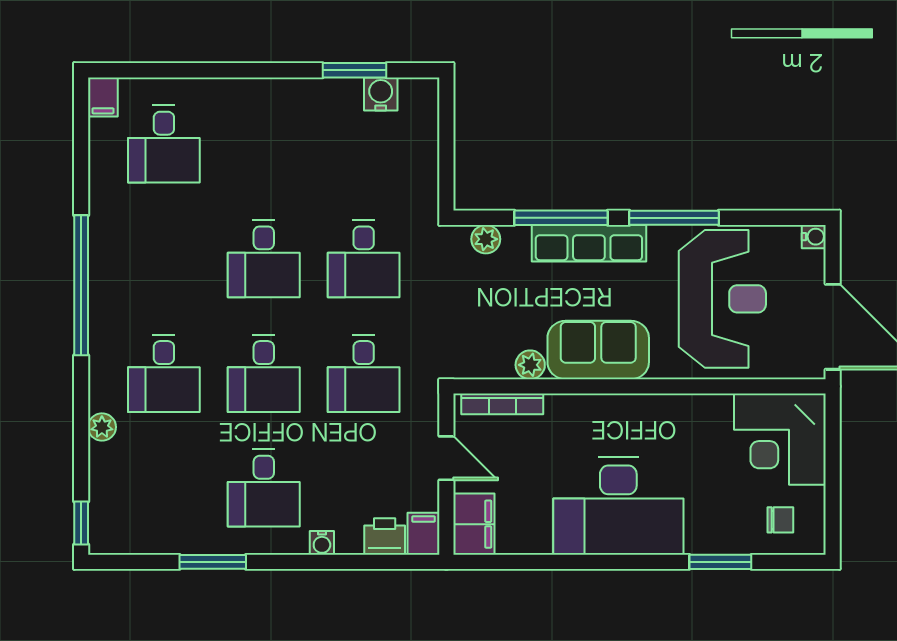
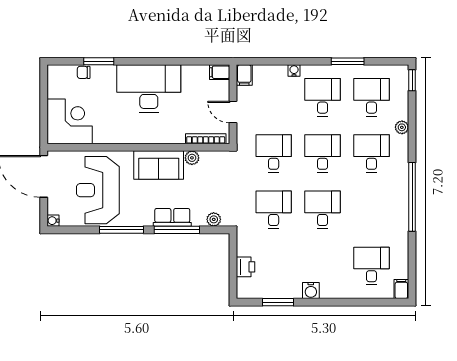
water cooler: (381, 94) -> (311, 291), moved
row of seats: (589, 243) -> (172, 217), width x0.68
desk: (164, 488) -> (371, 97), added
chair: (780, 520) -> (84, 72), moved
filing cabinet: (474, 524) -> (220, 72), width x0.50
printer: (385, 536) -> (246, 267), moved, turned -90

